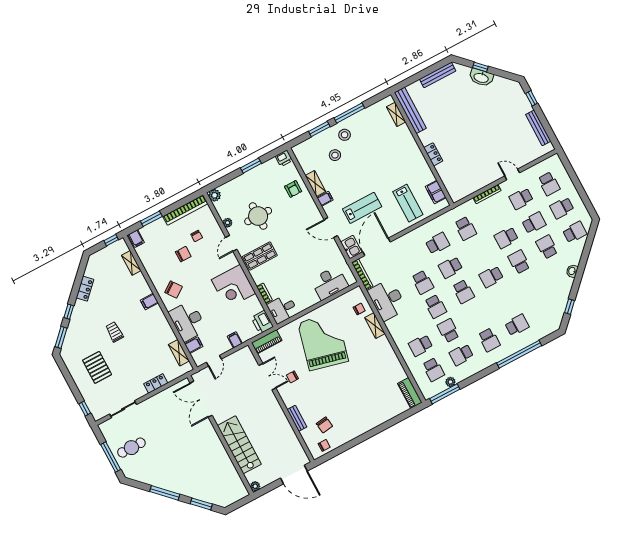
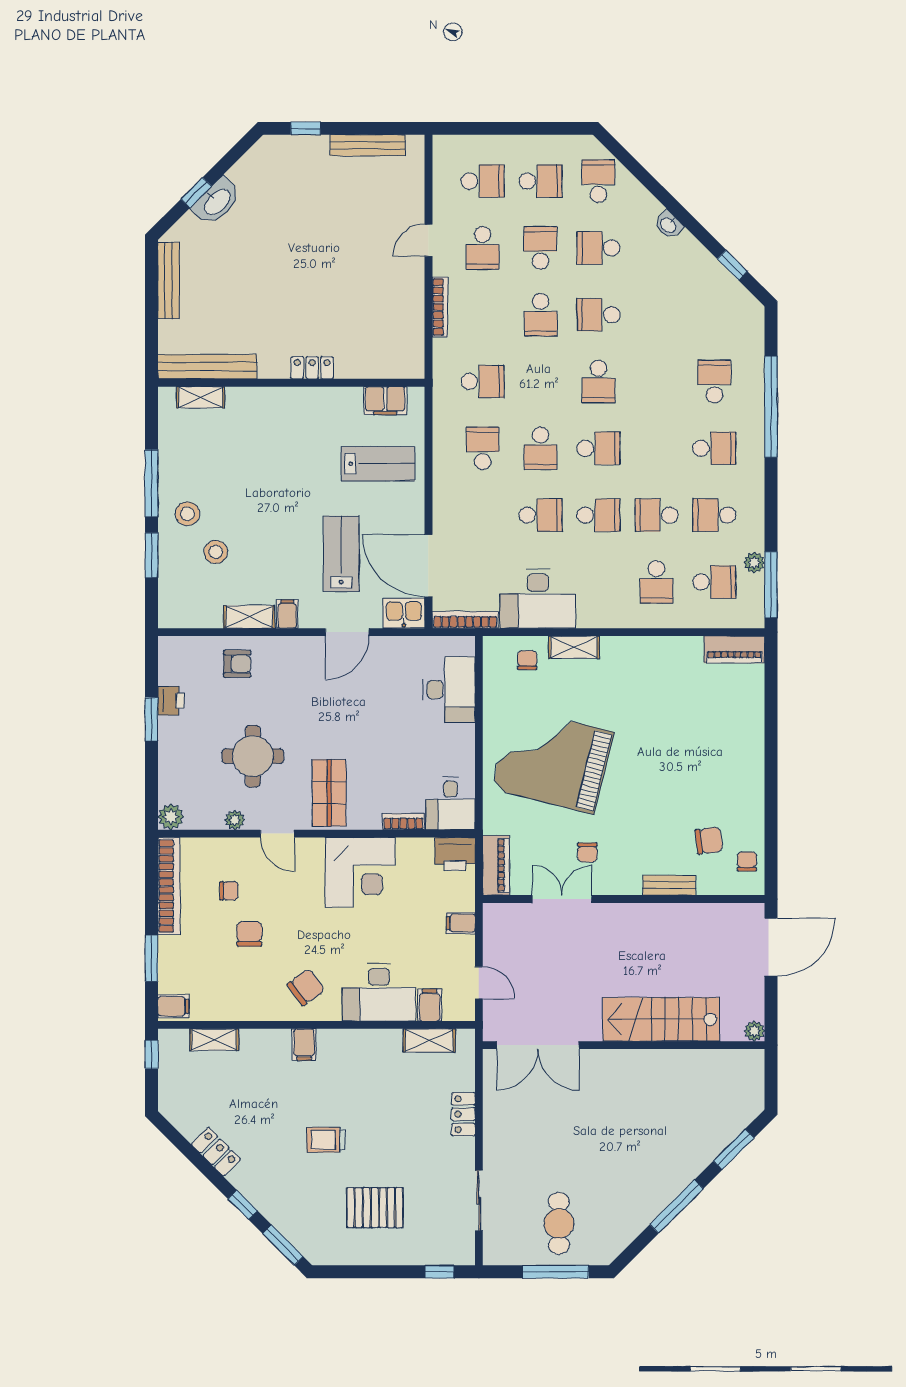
printer: (284, 158) -> (171, 701), moved
school desk: (562, 208) -> (541, 181), turned -90
school desk: (461, 355) -> (714, 515), turned 90

